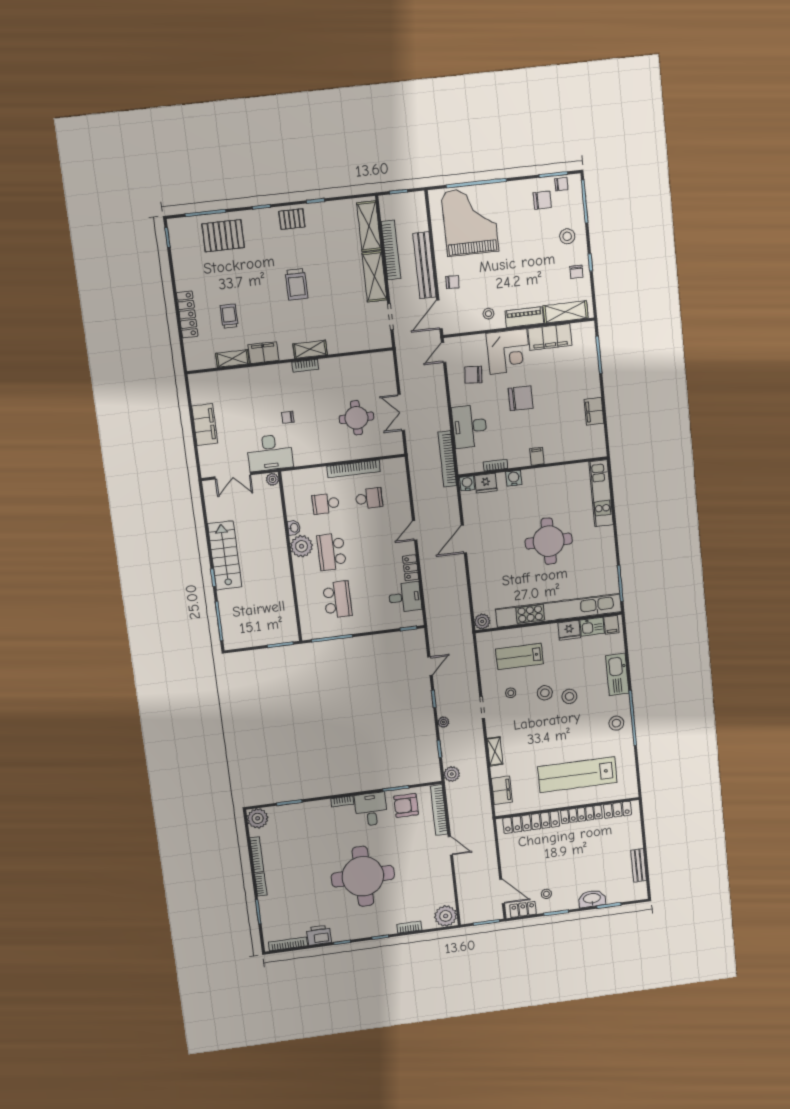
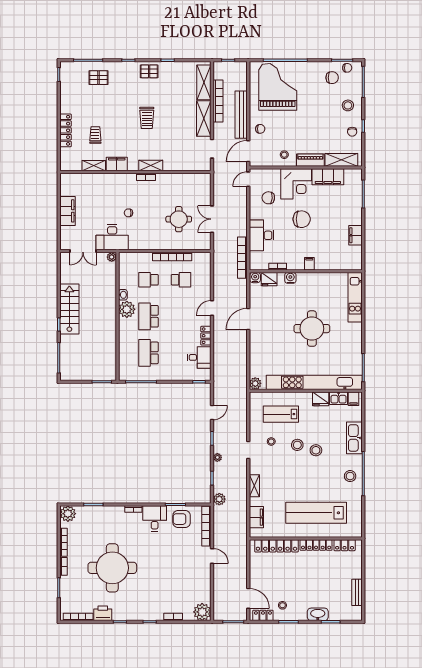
pallet: (223, 236) -> (98, 78), width x0.67, depth x0.71
school desk: (337, 600) -> (148, 353), turned 180
round table: (363, 876) -> (112, 568), moved

